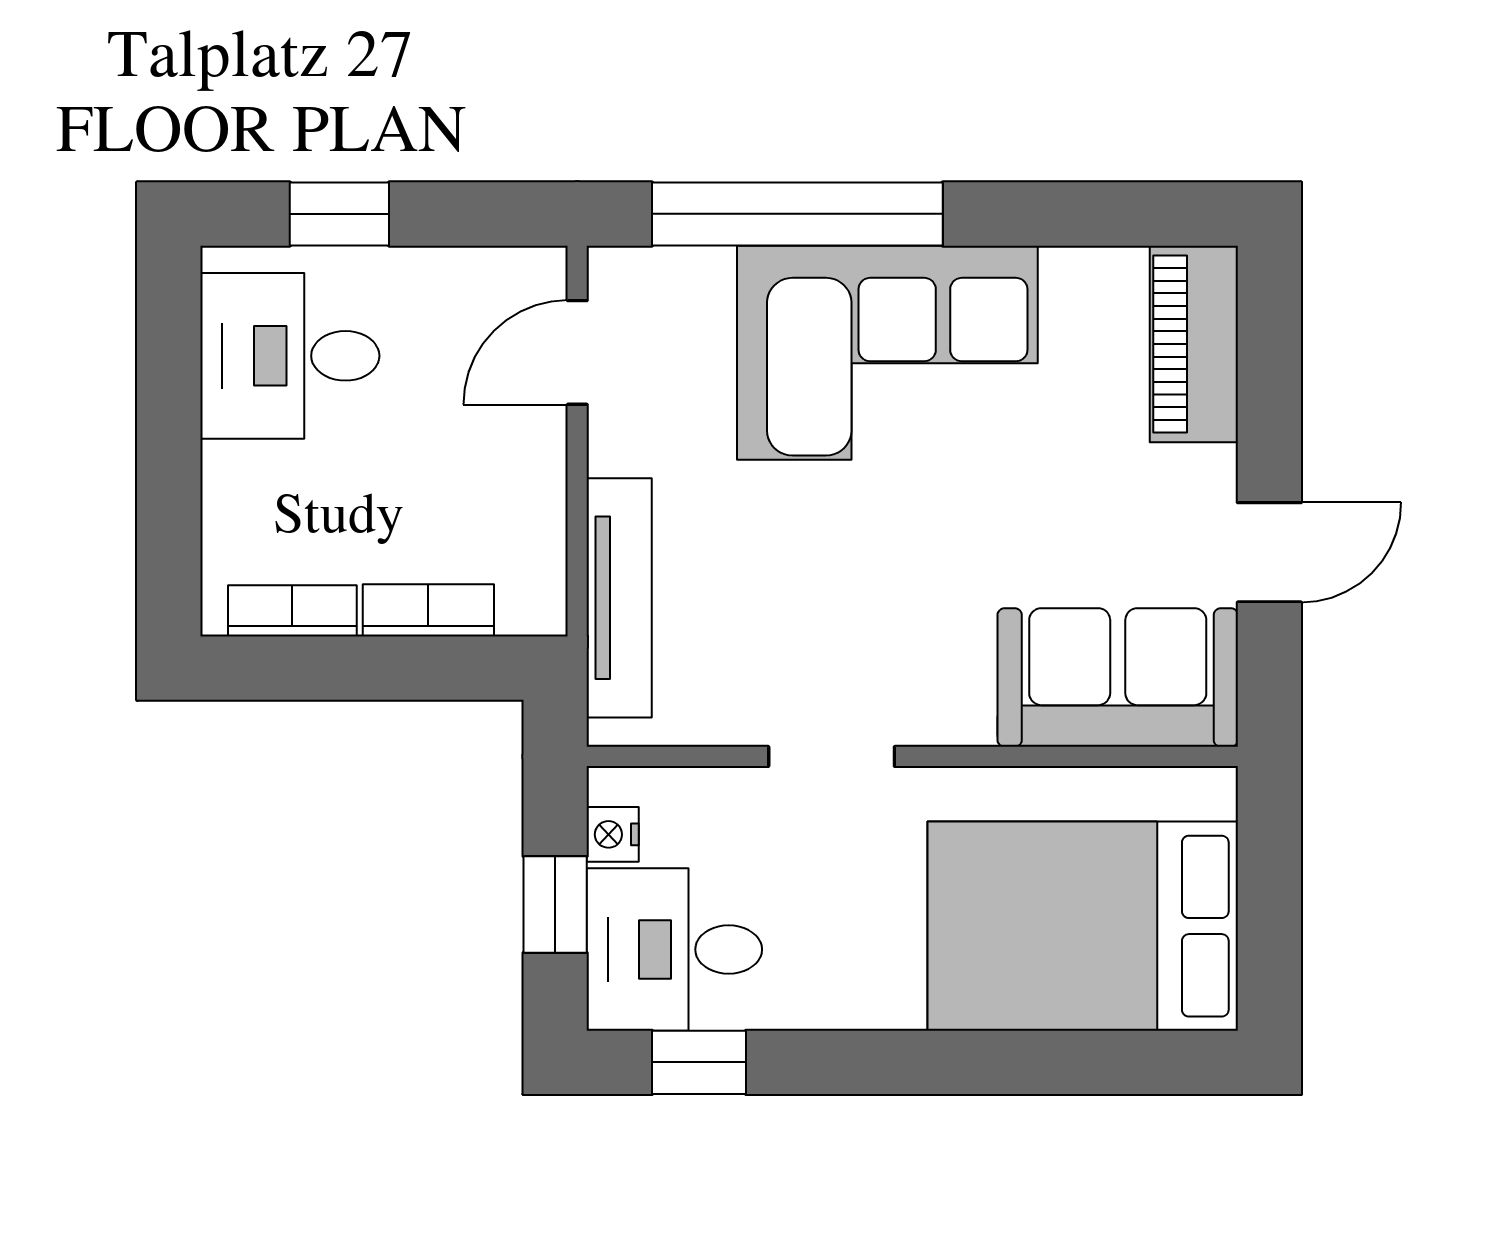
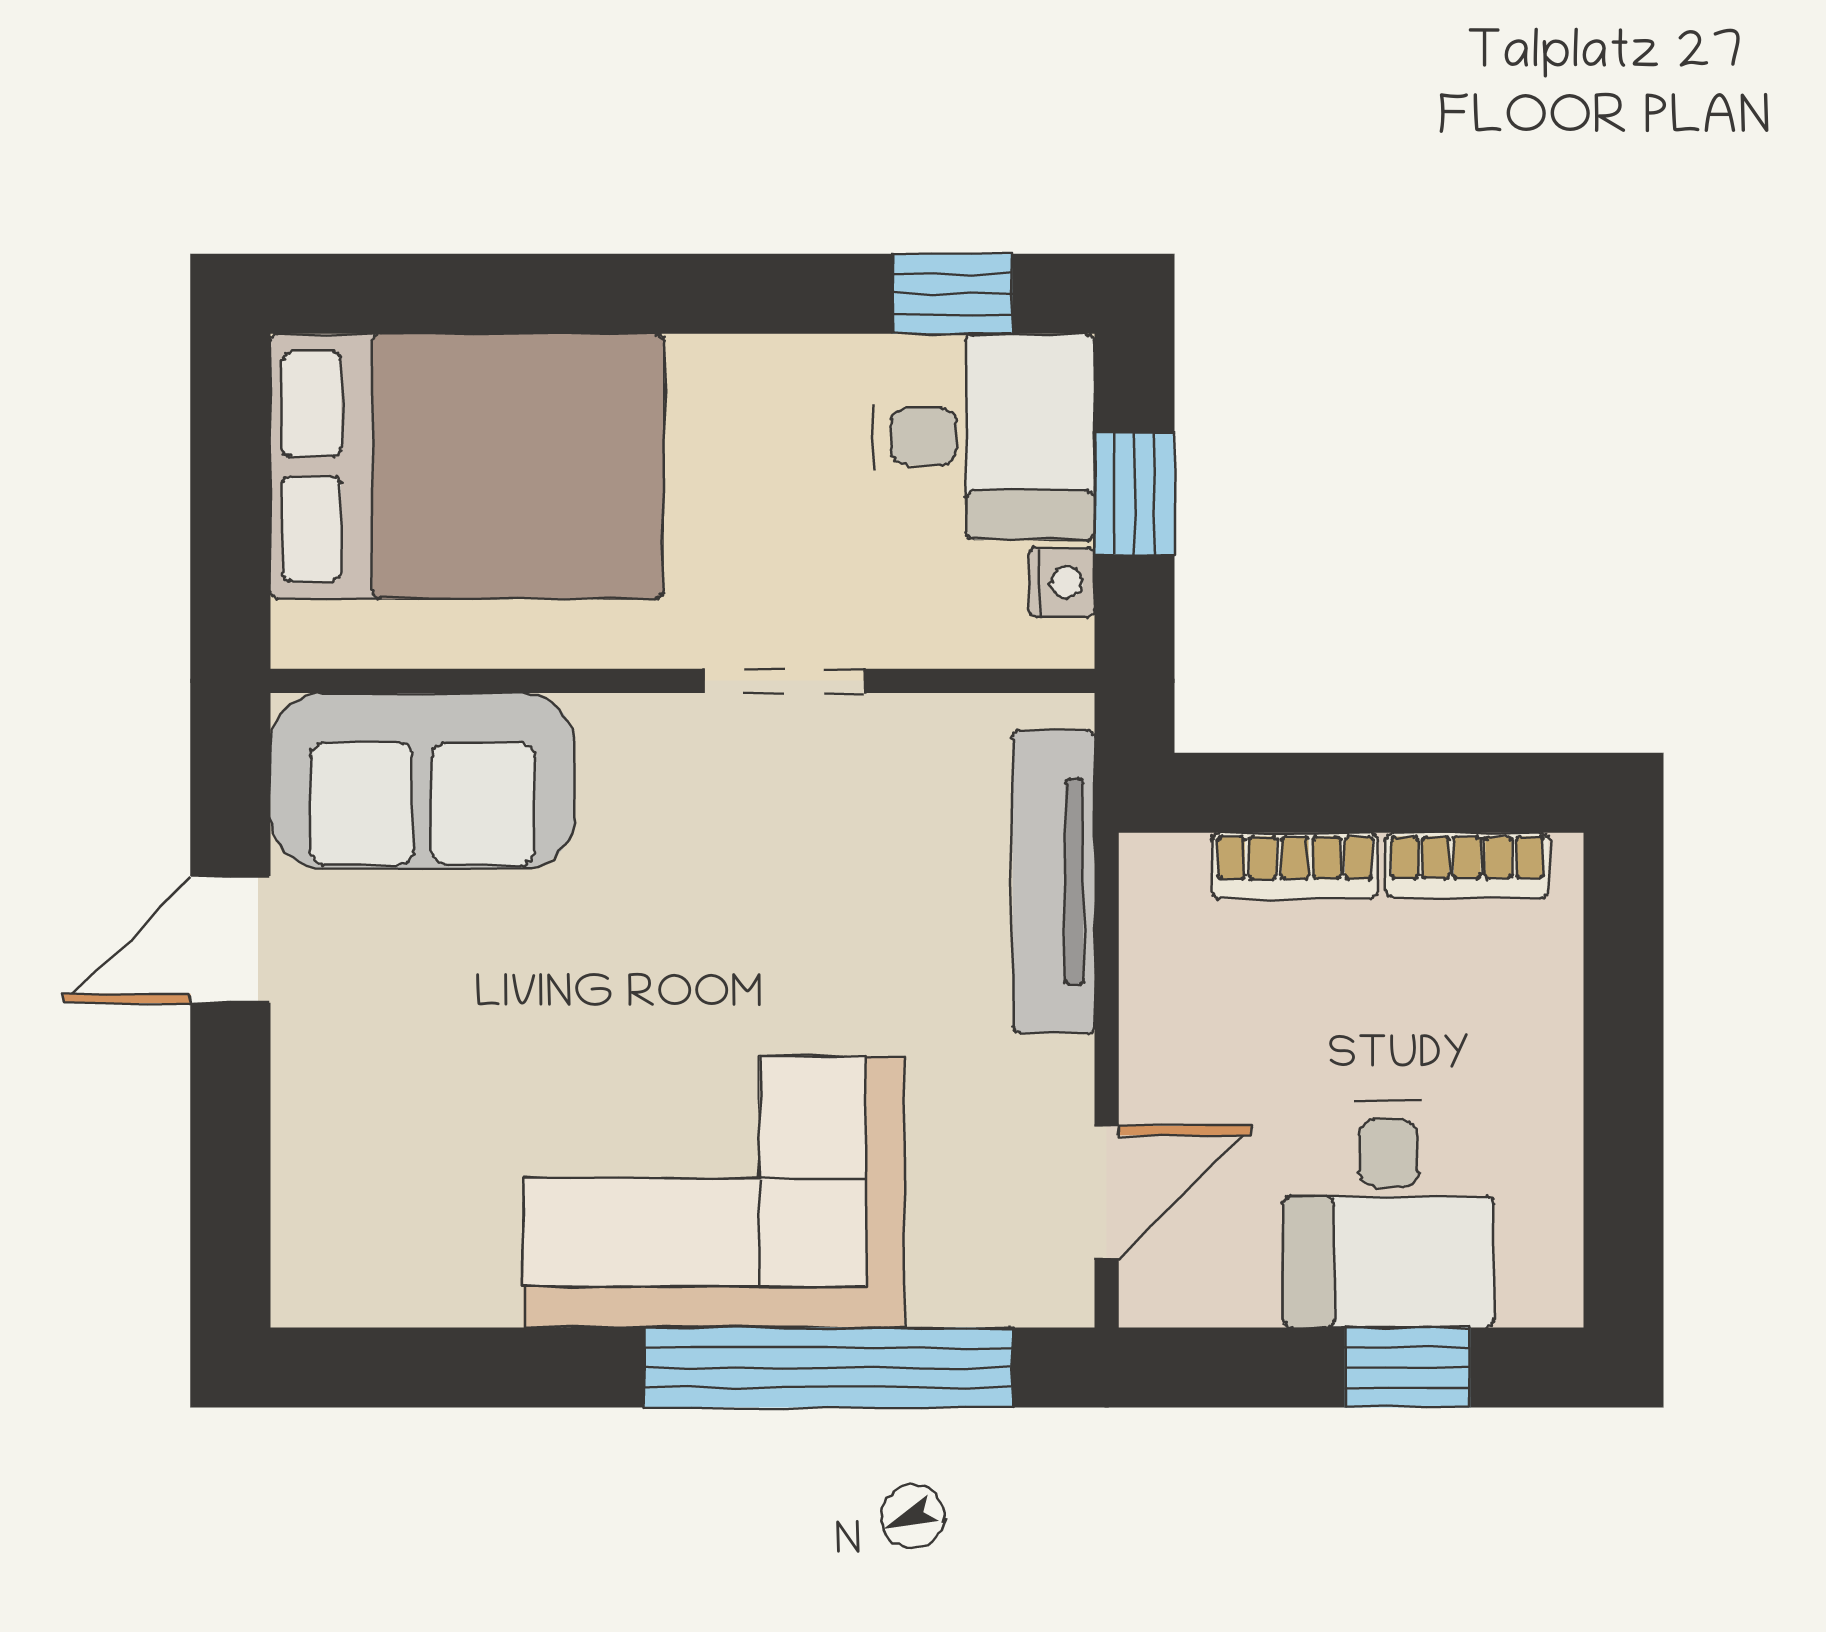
piano: (1194, 344) -> (326, 1203), removed
desk: (290, 356) -> (1389, 1214), moved, turned 90

